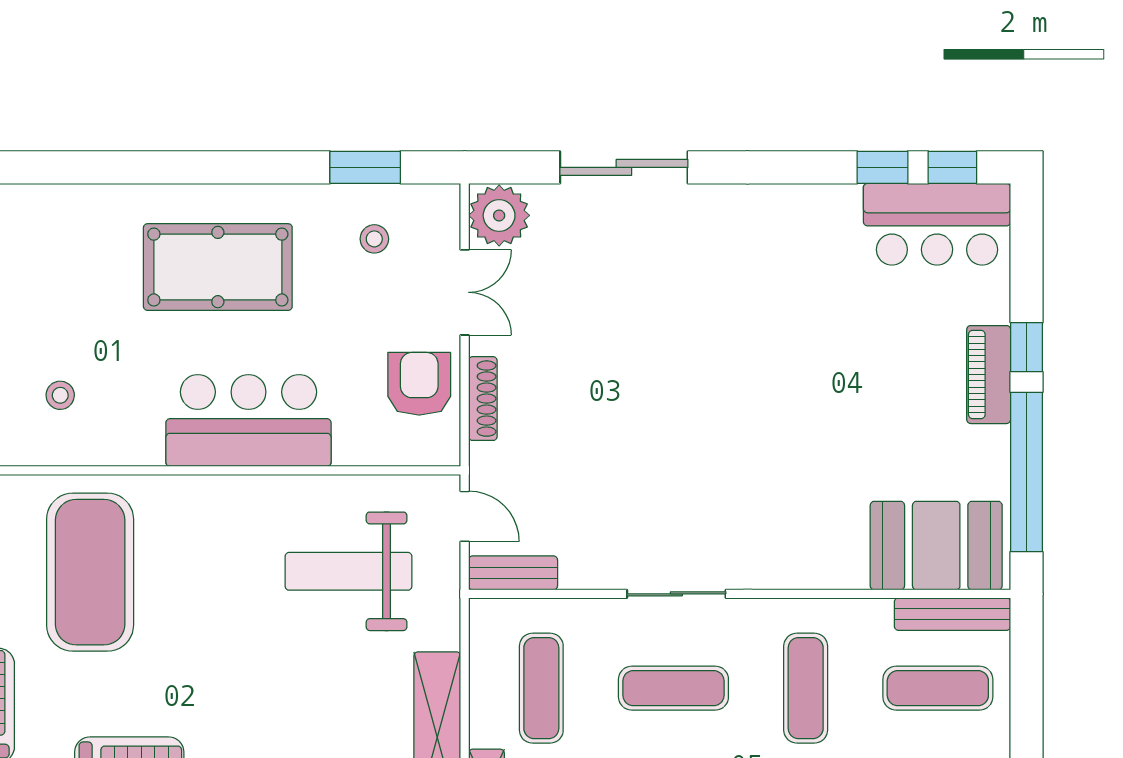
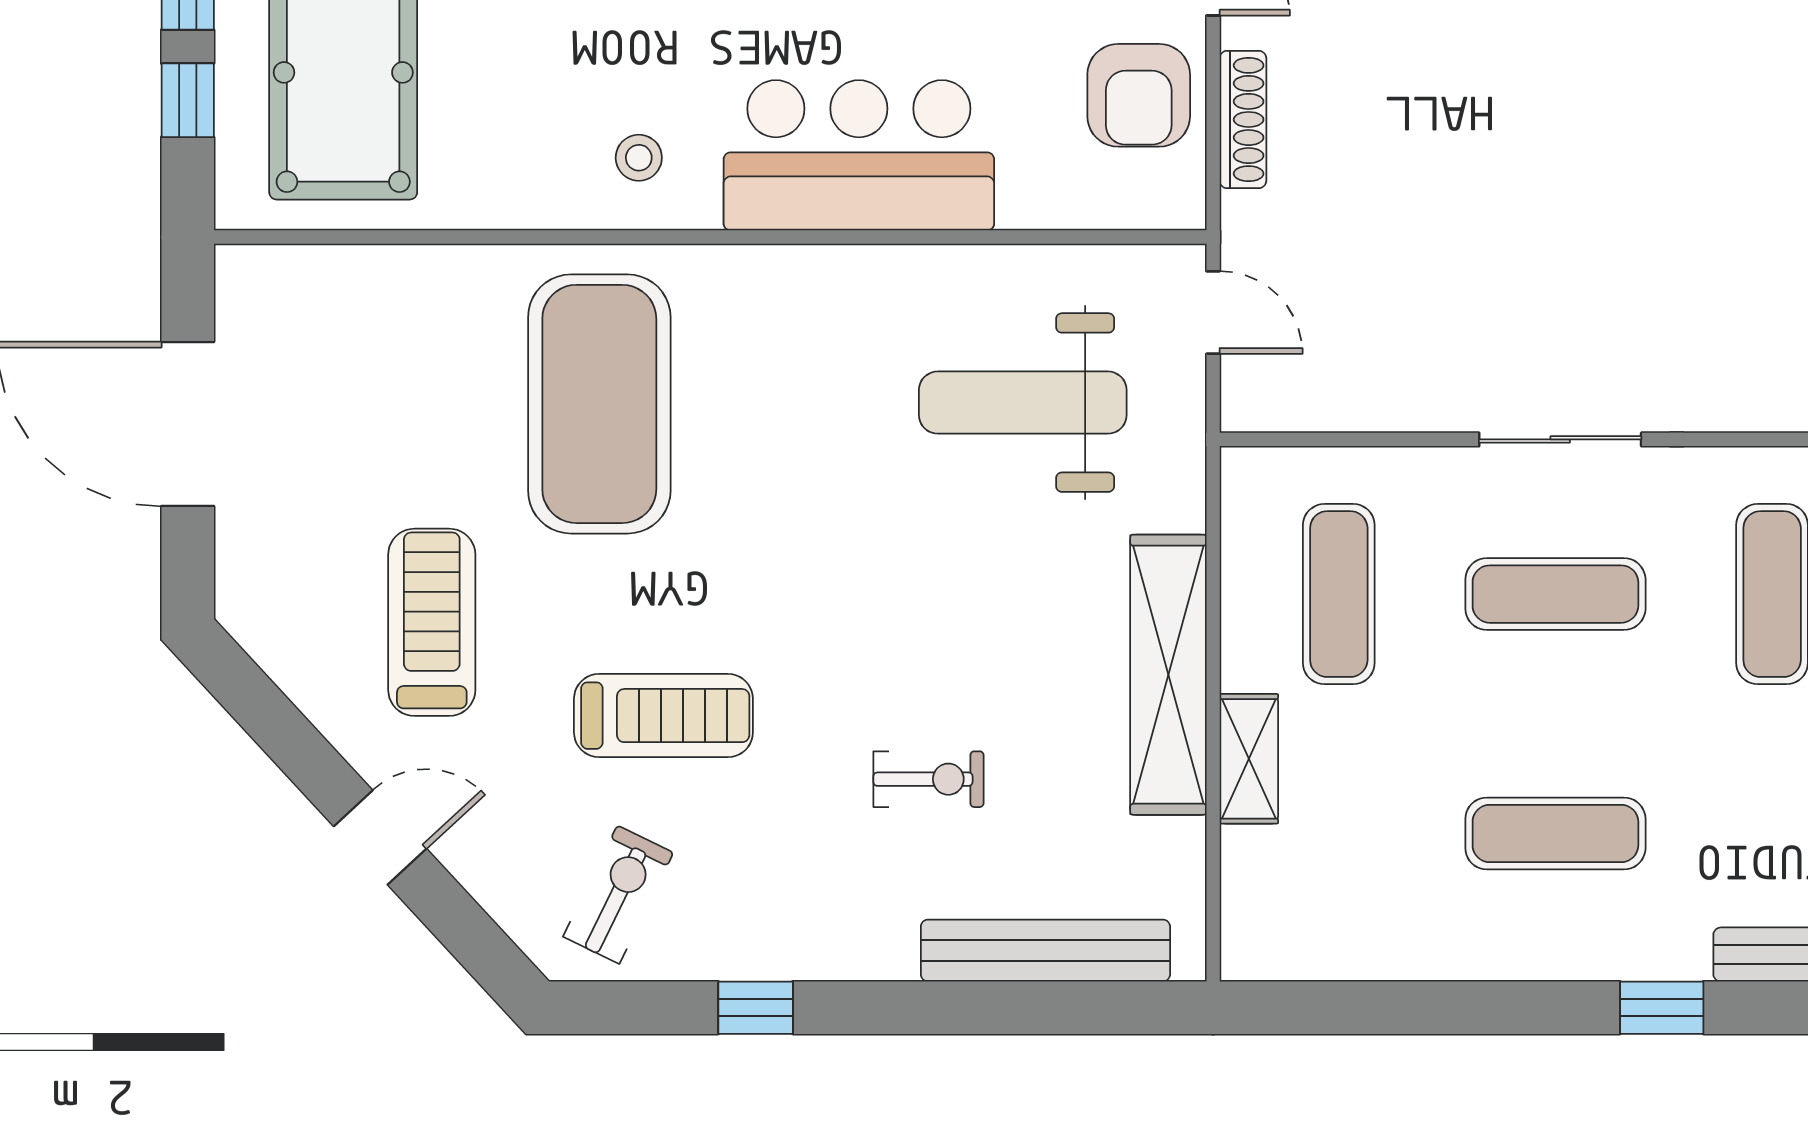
armchair: (419, 384) -> (1139, 95), turned 180
stool: (60, 395) -> (639, 158), moved
bench: (513, 573) -> (1292, 405), removed

